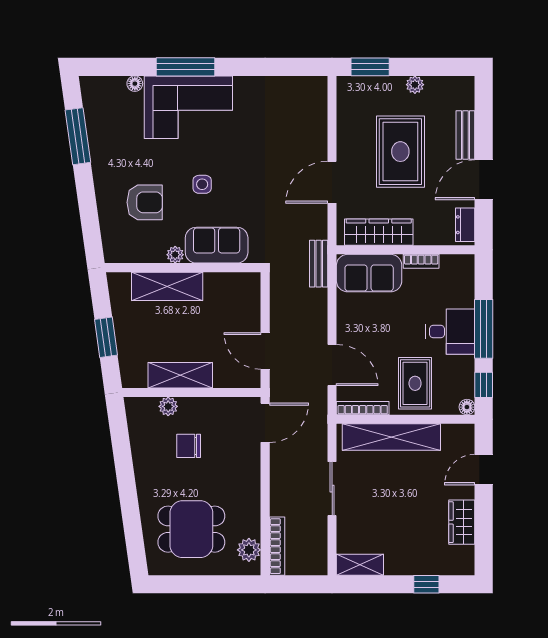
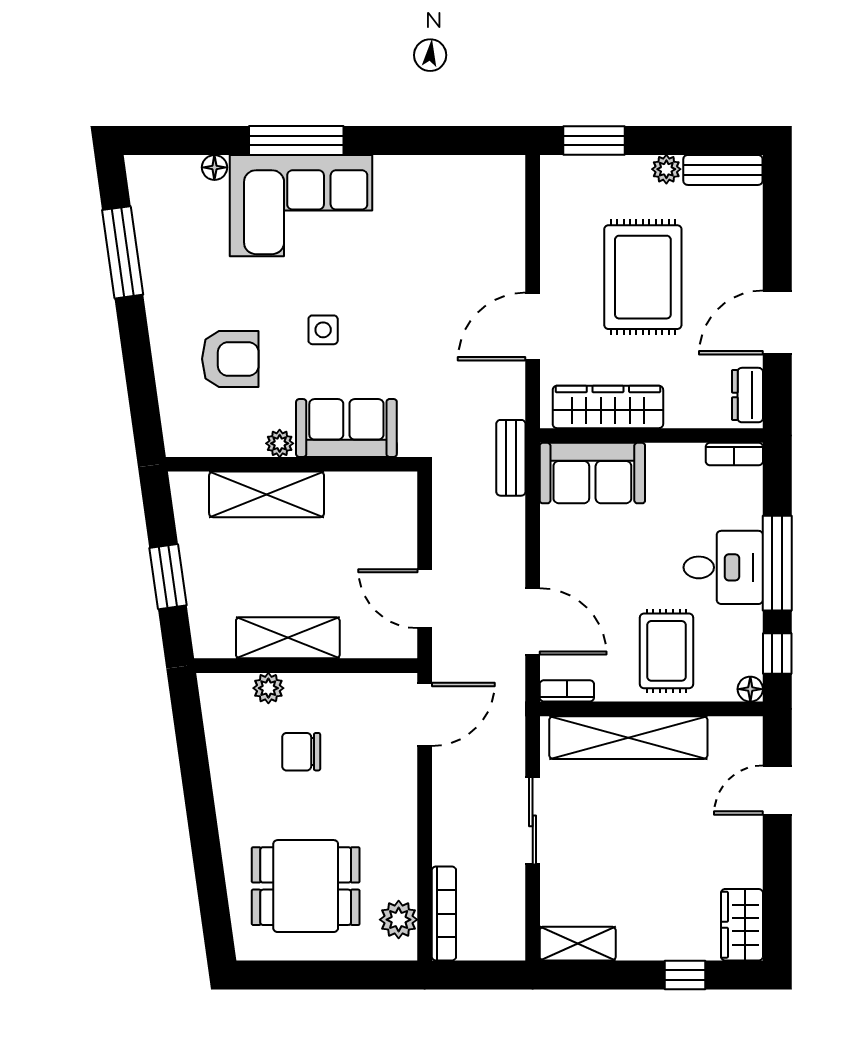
bench: (465, 135) -> (723, 170), moved, turned 90
bookcase: (421, 261) -> (734, 454), moved
bookcase: (363, 408) -> (567, 691), width x0.64
wardrobe: (462, 522) -> (742, 925), moved

